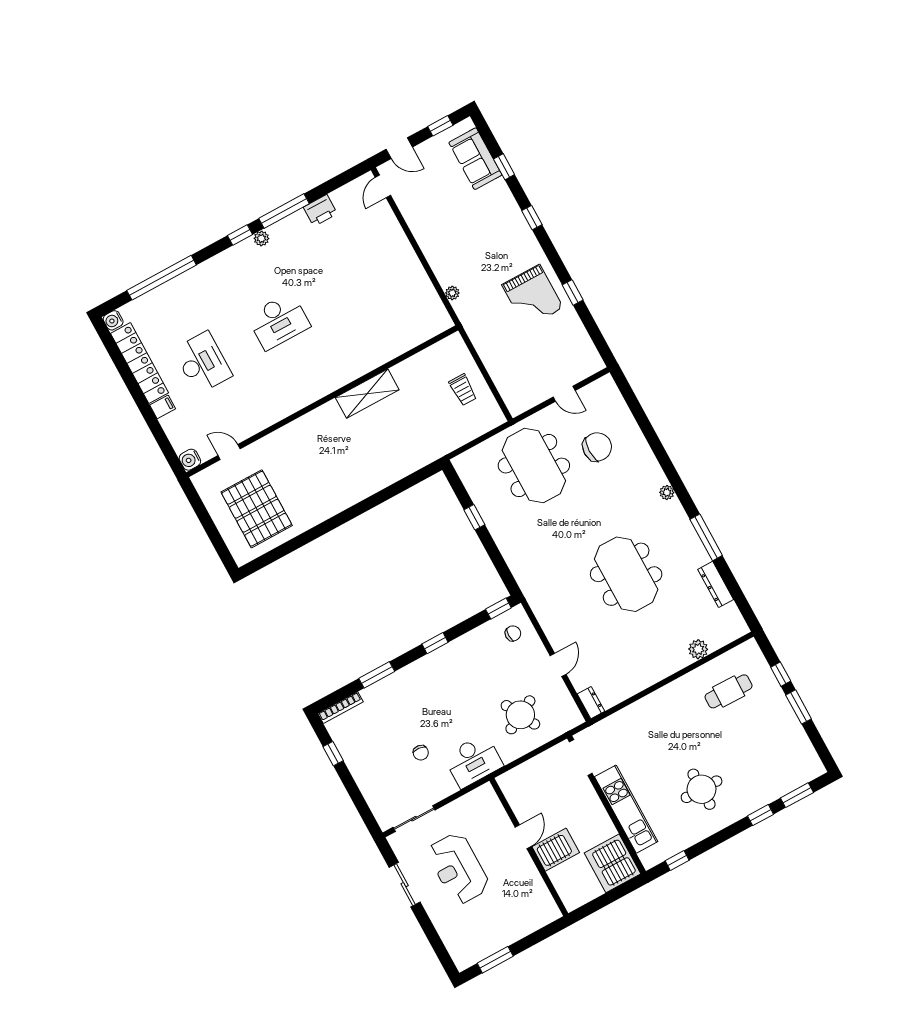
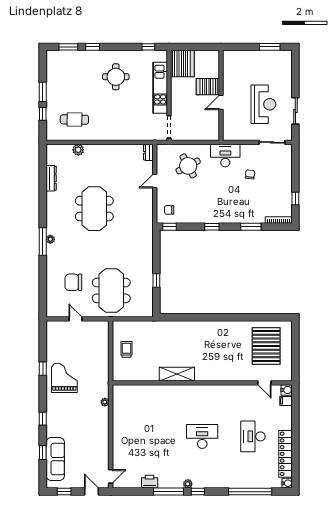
sofa: (475, 159) -> (55, 459), width x1.36
filing cabinet: (163, 407) -> (286, 401), moved
window: (706, 537) -> (43, 242), moved

